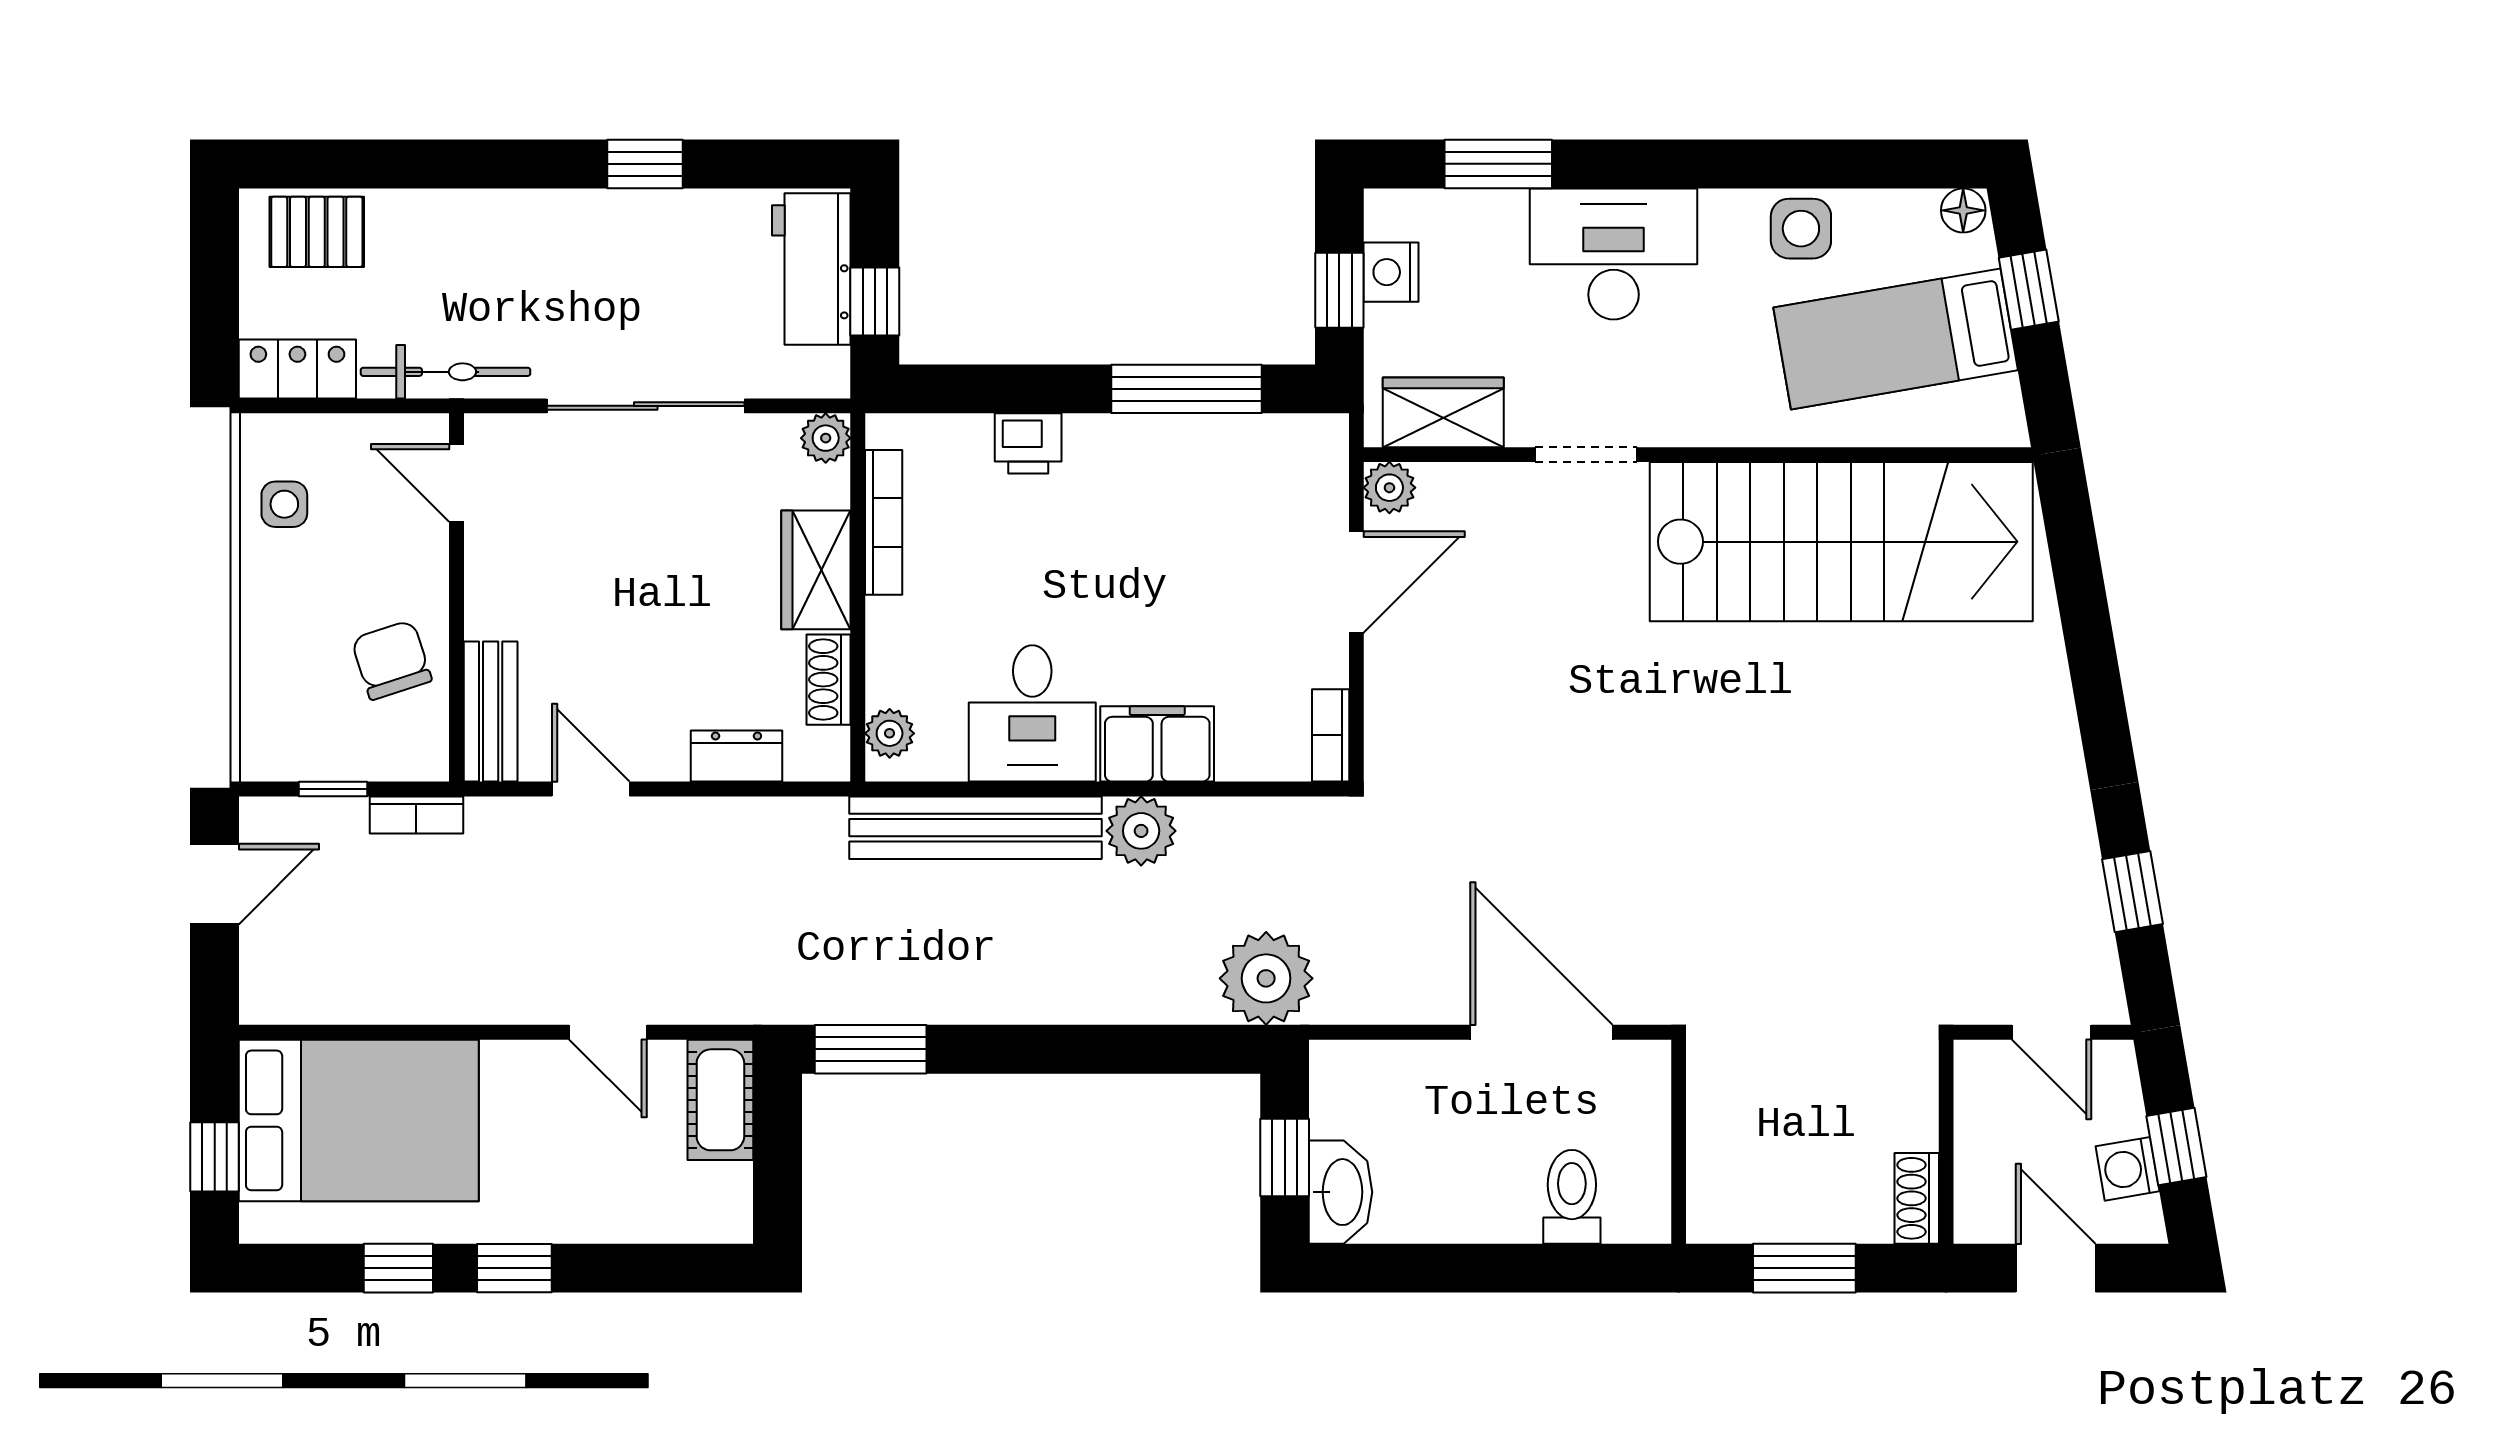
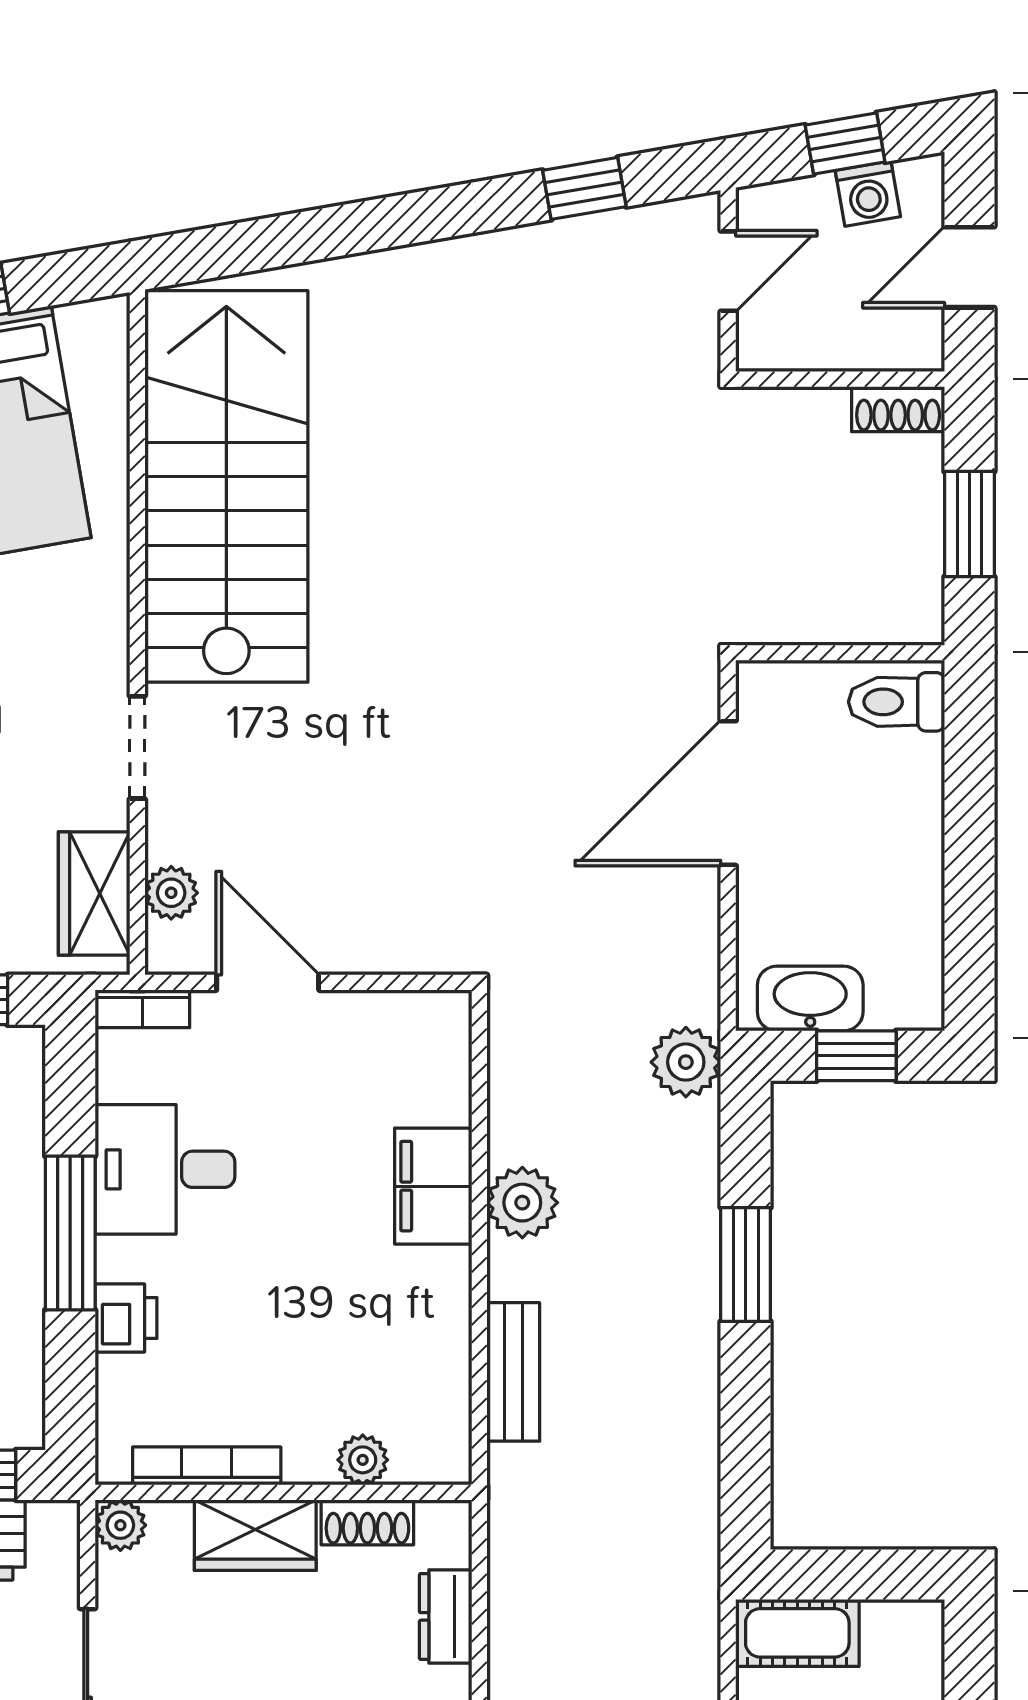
window: (1186, 389) -> (70, 1233), moved
plant: (1389, 488) -> (171, 893), moved
desk: (1032, 713) -> (165, 1169), moved, turned 180
plant: (890, 733) -> (363, 1460), moved
bookcase: (1331, 735) -> (142, 1009), moved
bench: (976, 828) -> (513, 1372), width x0.54, depth x0.82
plant: (1266, 978) -> (686, 1062), width x0.73, depth x0.73
window: (871, 1049) -> (746, 1265), moved
washbasin: (1341, 1192) -> (810, 999), moved
toilet: (1572, 1197) -> (897, 702), moved

